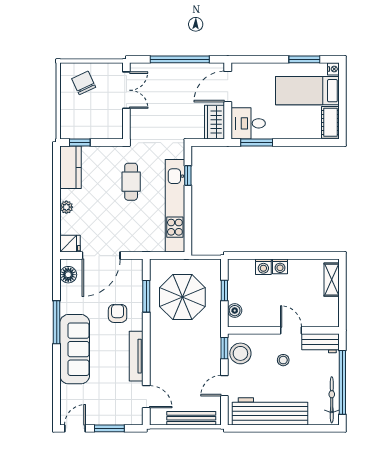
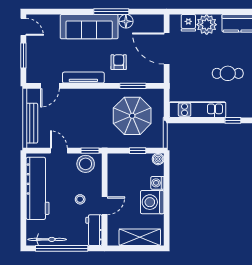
kitchen unit: (175, 206) -> (197, 110), width x0.73
plant: (66, 207) -> (207, 25), width x1.88, depth x1.88
fridge: (70, 244) -> (188, 23), moved
washing machine: (280, 266) -> (152, 202), width x1.89, depth x1.89
floor lamp: (68, 275) -> (126, 21), moved
shelving: (332, 280) -> (140, 237), width x1.50, depth x1.33
boiler: (235, 311) -> (158, 159), moved
armchair: (118, 313) -> (119, 62), turned -90

